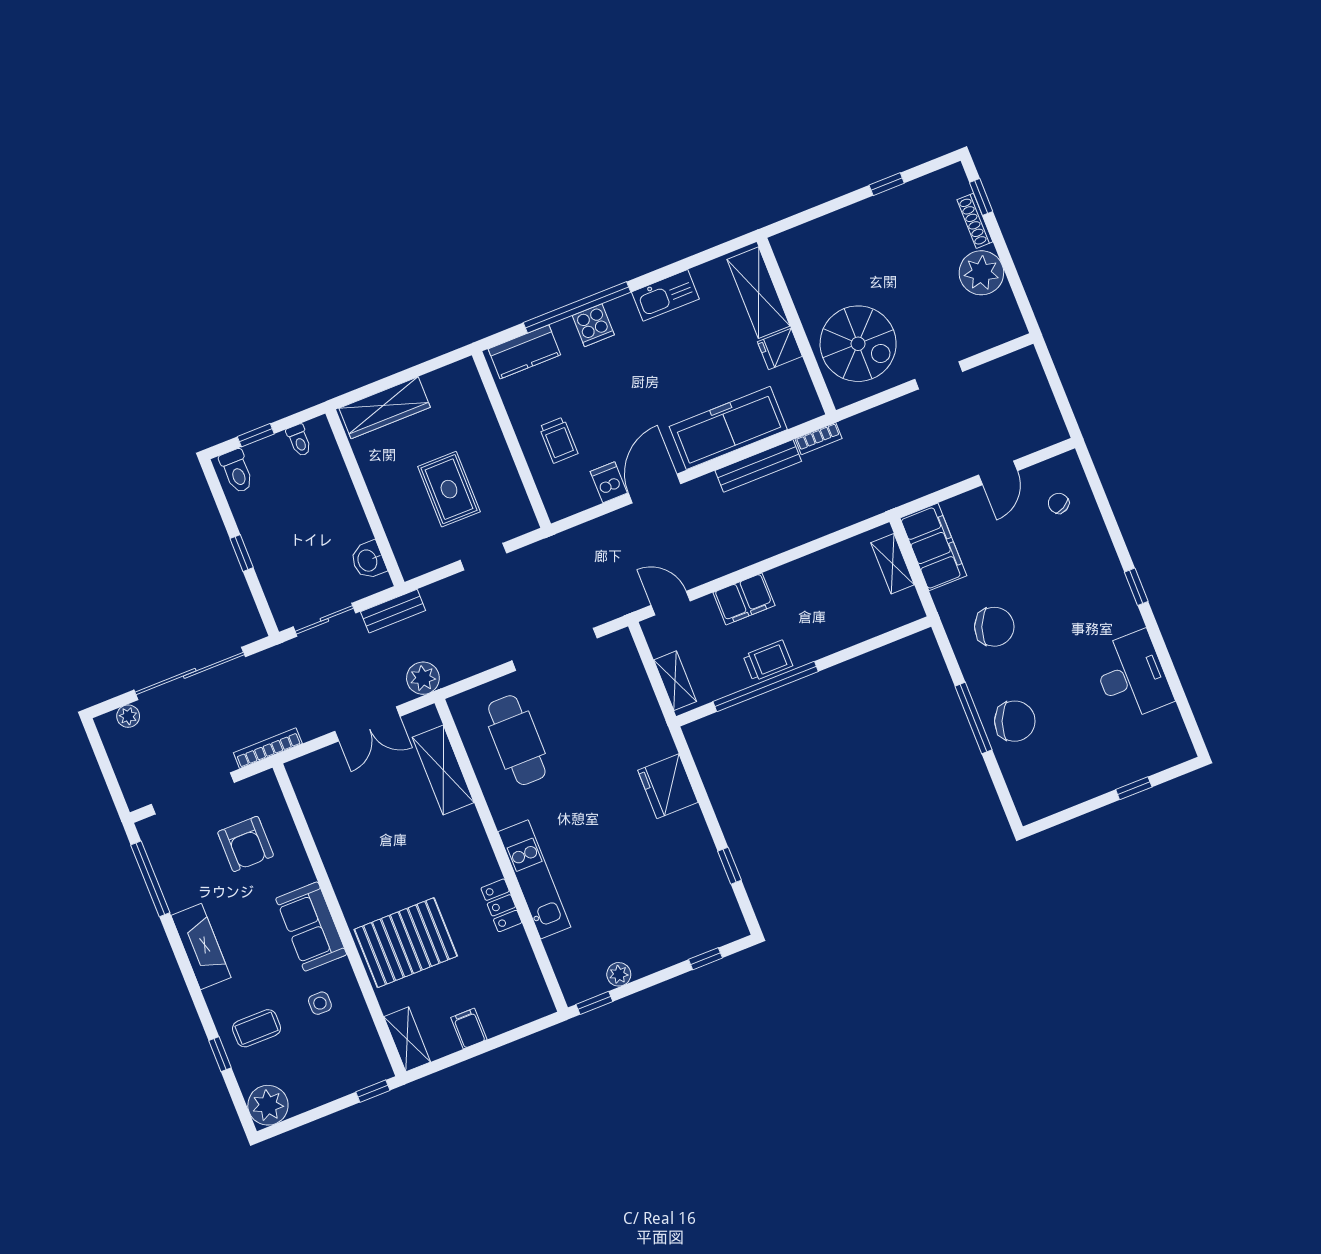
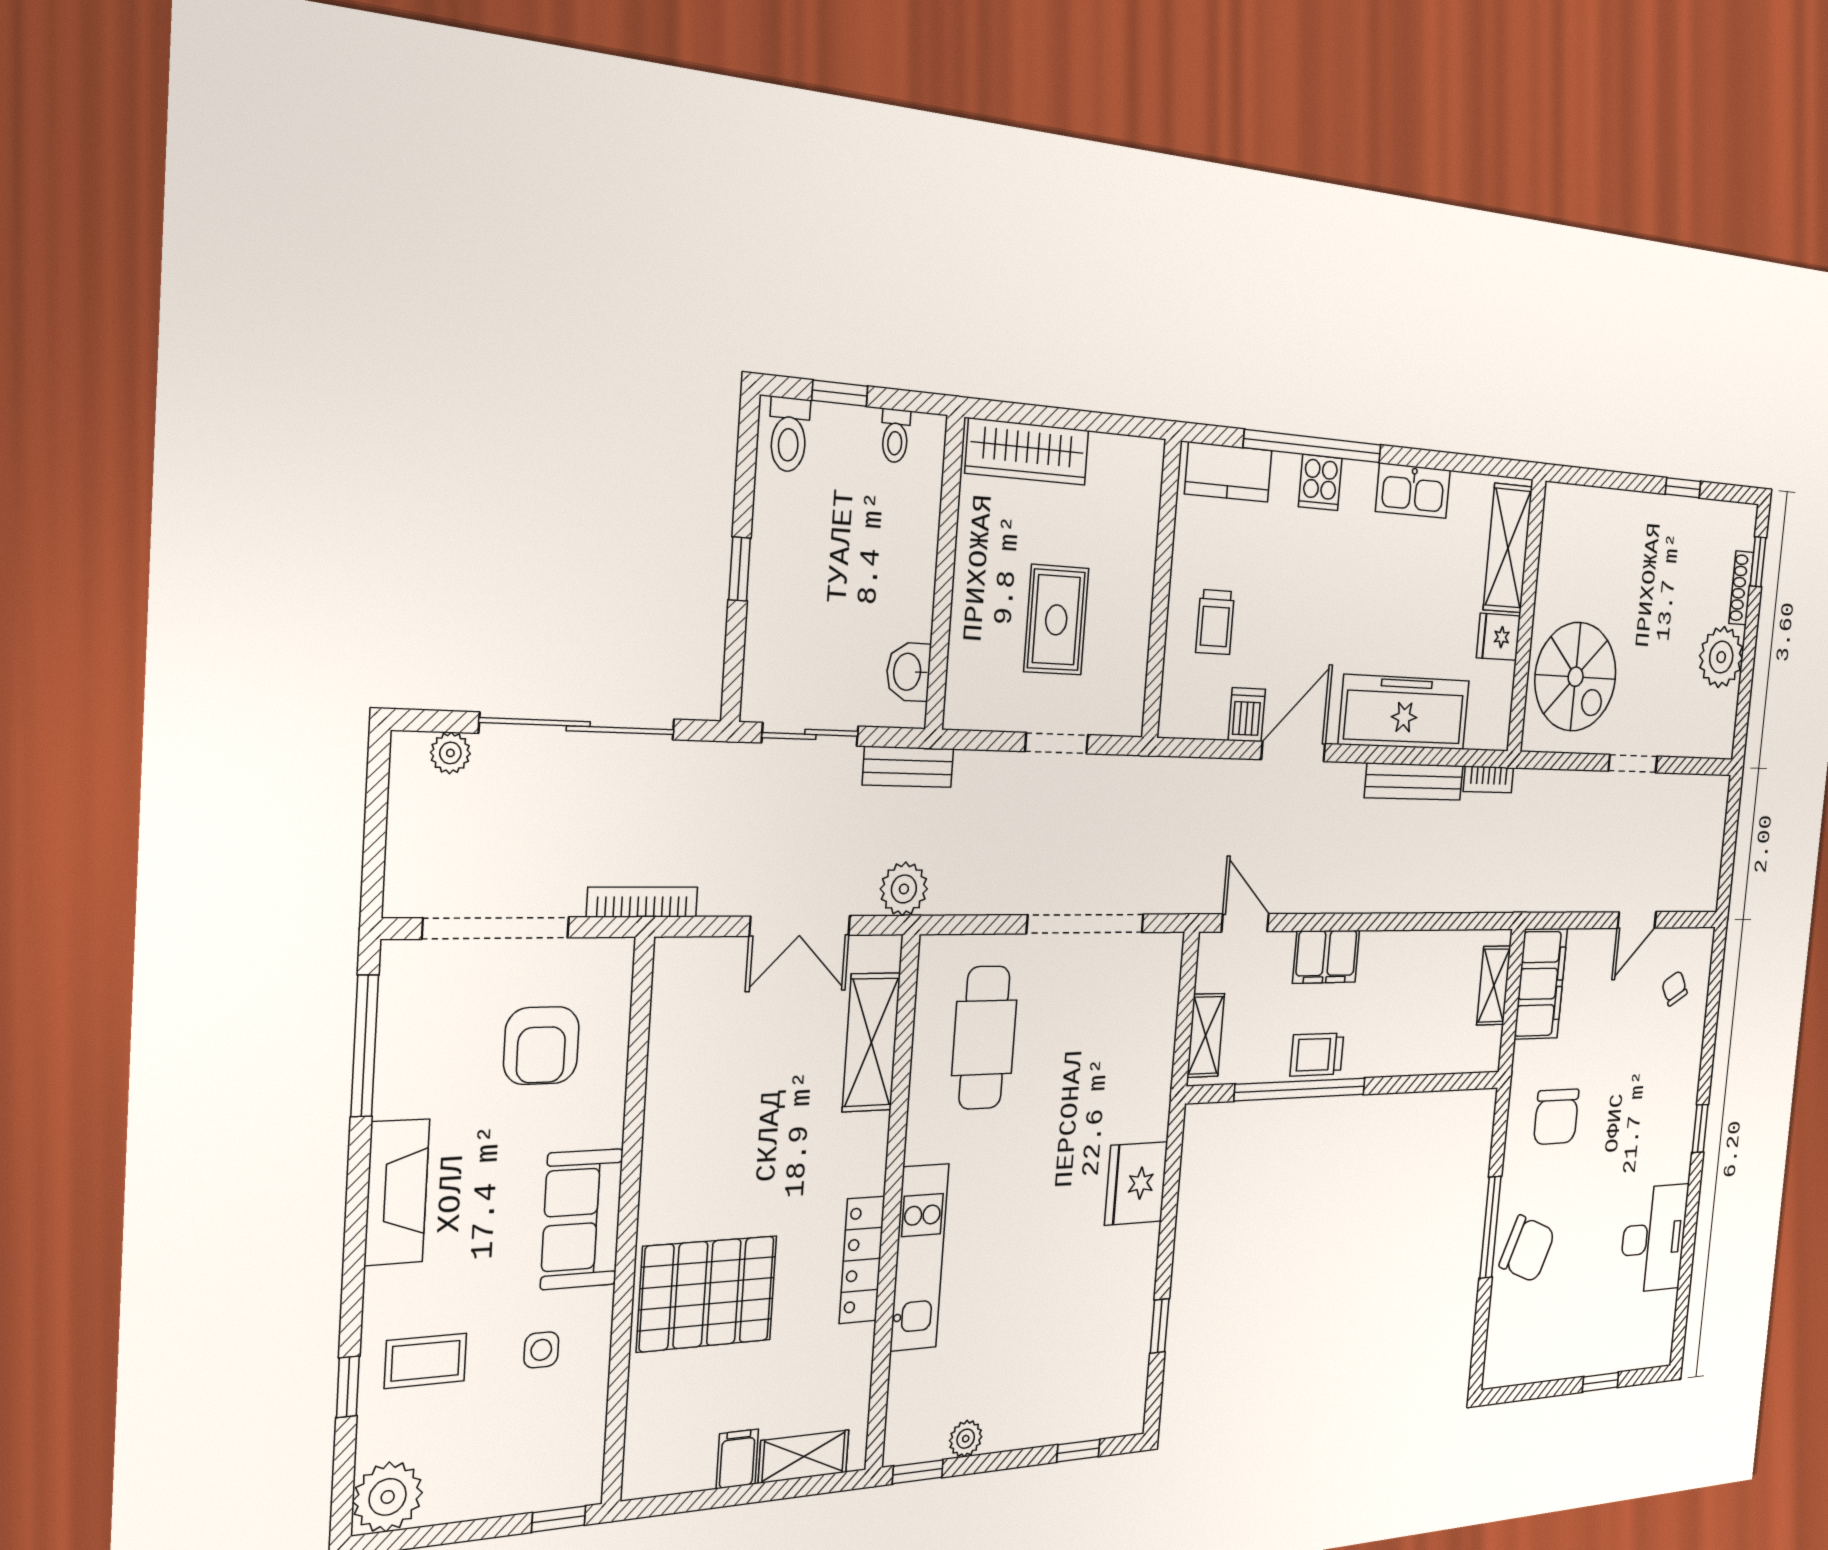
chair: (994, 627) -> (1556, 1117), turned 68
trolley: (768, 661) -> (1317, 1055), turned 180
locker: (501, 905) -> (862, 1260), width x1.53
shelving: (407, 1039) -> (804, 1457), moved, turned 90

